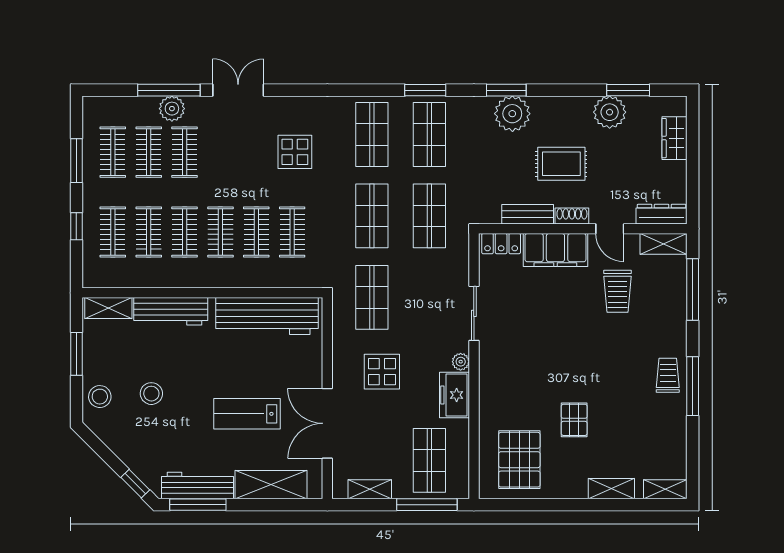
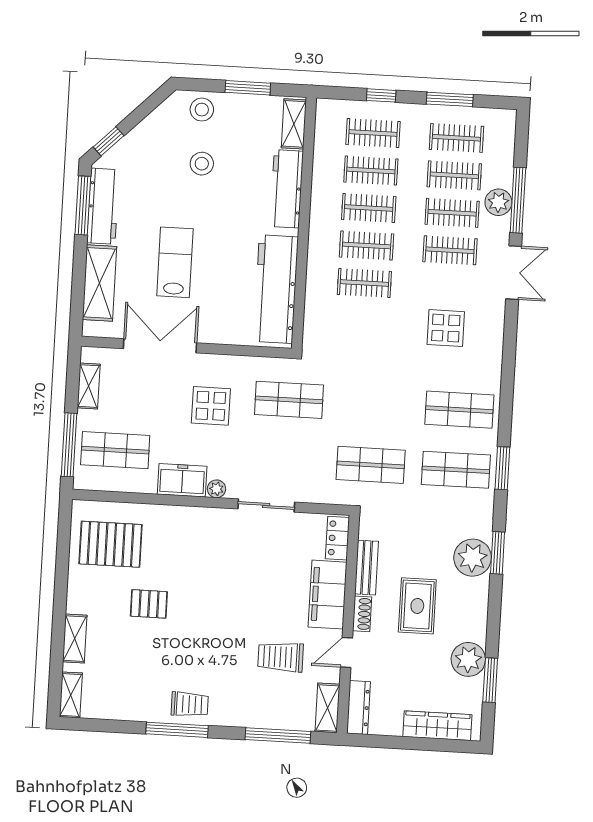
wardrobe: (674, 138) -> (437, 726), width x1.50
shop shelf: (372, 216) -> (374, 405), removed
clothes rail: (292, 232) -> (450, 250), moved

